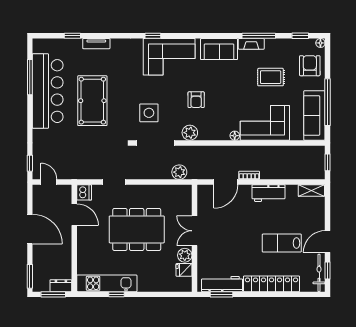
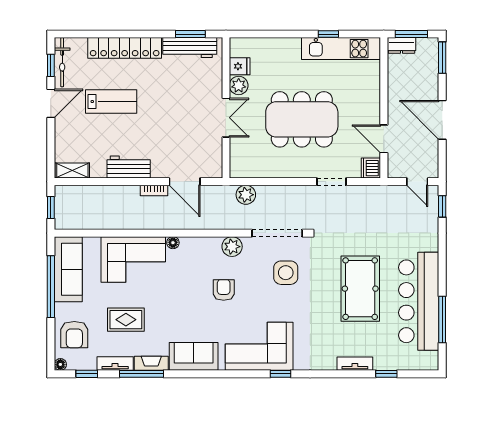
tv unit: (279, 44) -> (115, 364), added
door: (226, 182) -> (185, 182), swing flipped

